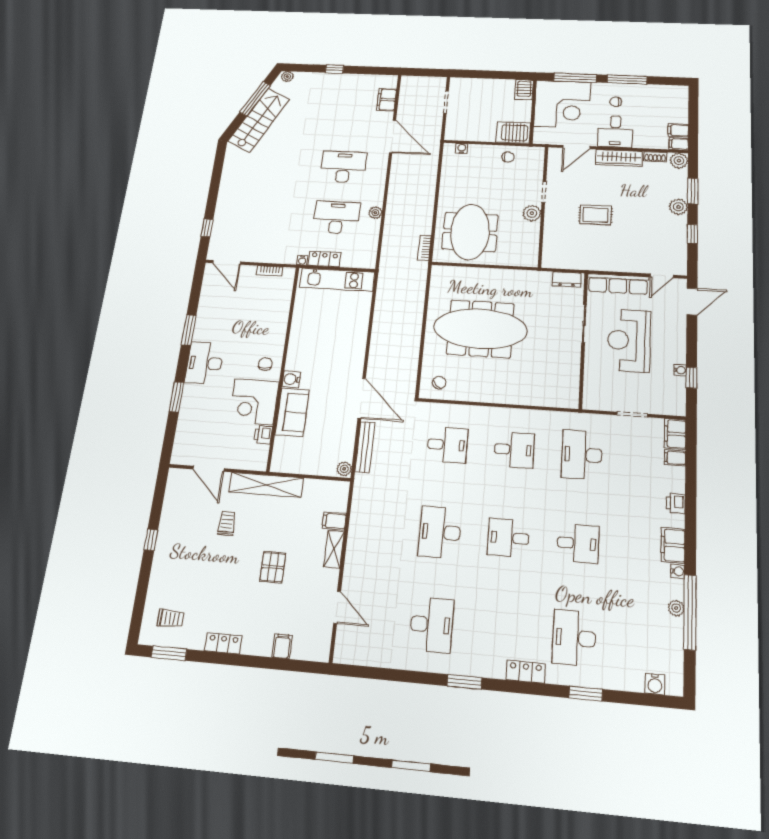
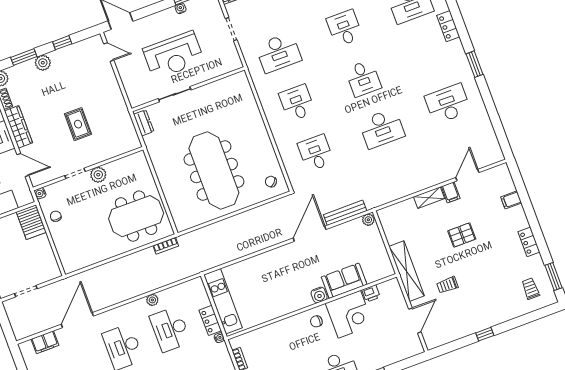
water cooler: (462, 148) -> (40, 193), moved
row of seats: (618, 284) -> (130, 82), removed
filing cabinet: (334, 521) -> (451, 192), moved

